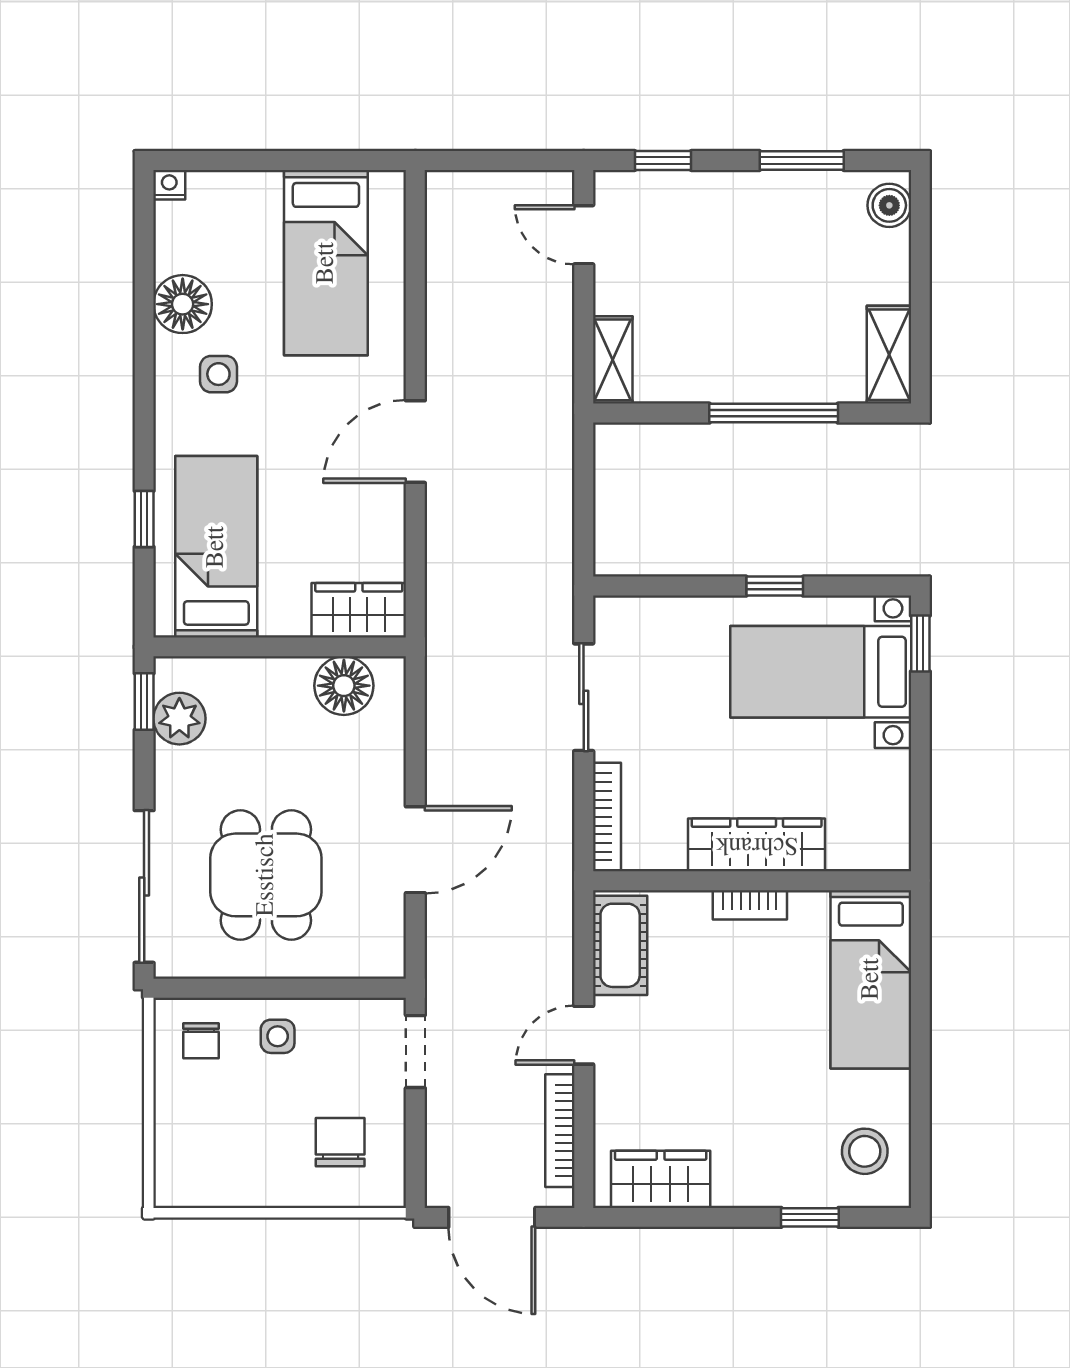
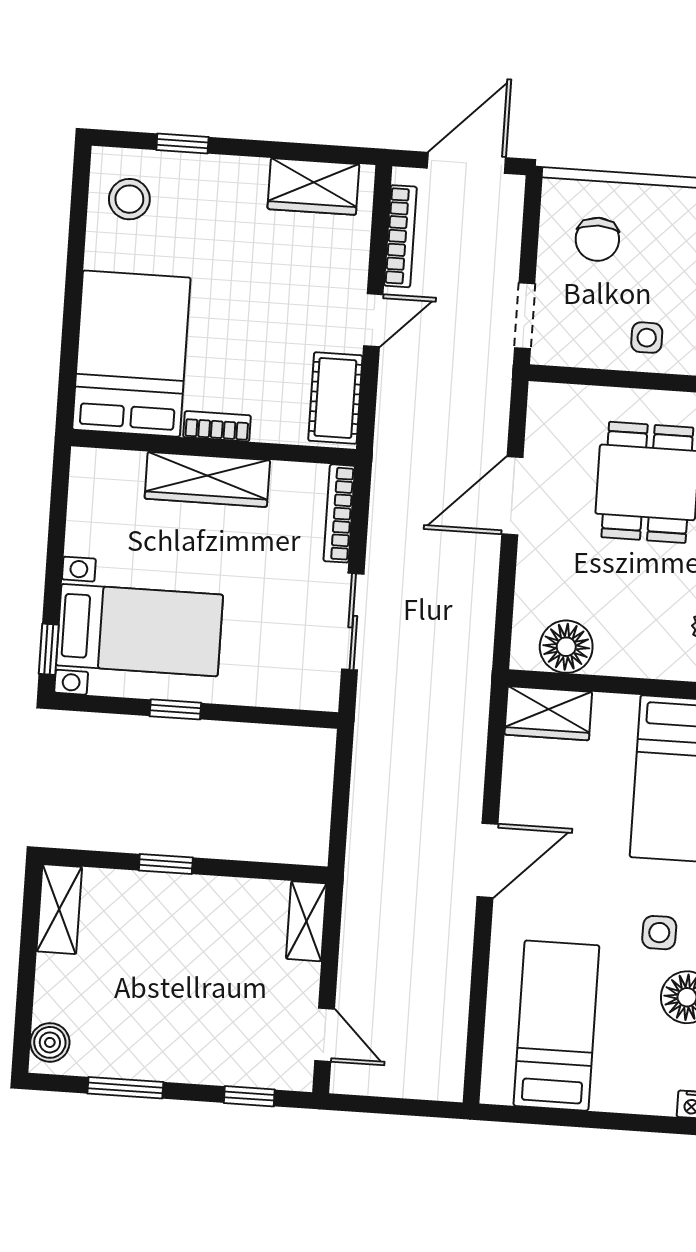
window: (774, 413) -> (166, 864), width x0.46
bed: (871, 979) -> (131, 354), width x1.50
door: (492, 1217) -> (466, 163), hinge flipped

